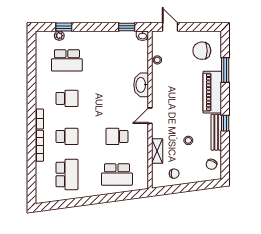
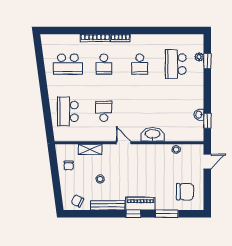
washbasin: (142, 36) -> (199, 115), moved
chair: (202, 51) -> (185, 192), turned 90
piano: (212, 92) -> (140, 204), width x0.73, depth x0.75
window: (225, 123) -> (133, 214), moved

